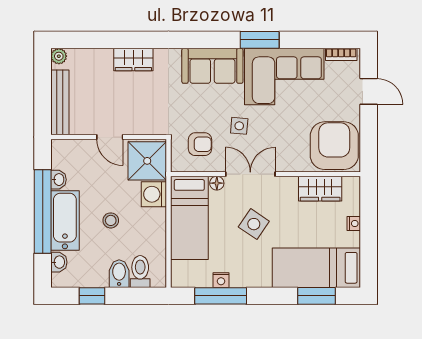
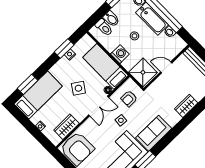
washing machine: (154, 194) -> (120, 54), moved
window: (221, 296) -> (64, 48), width x0.69

